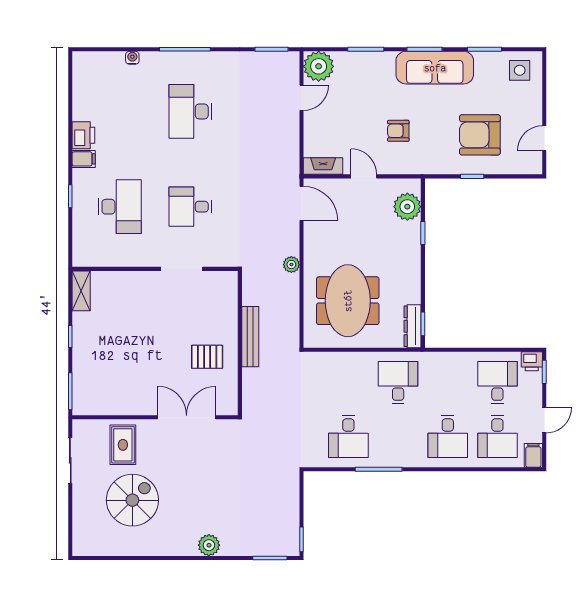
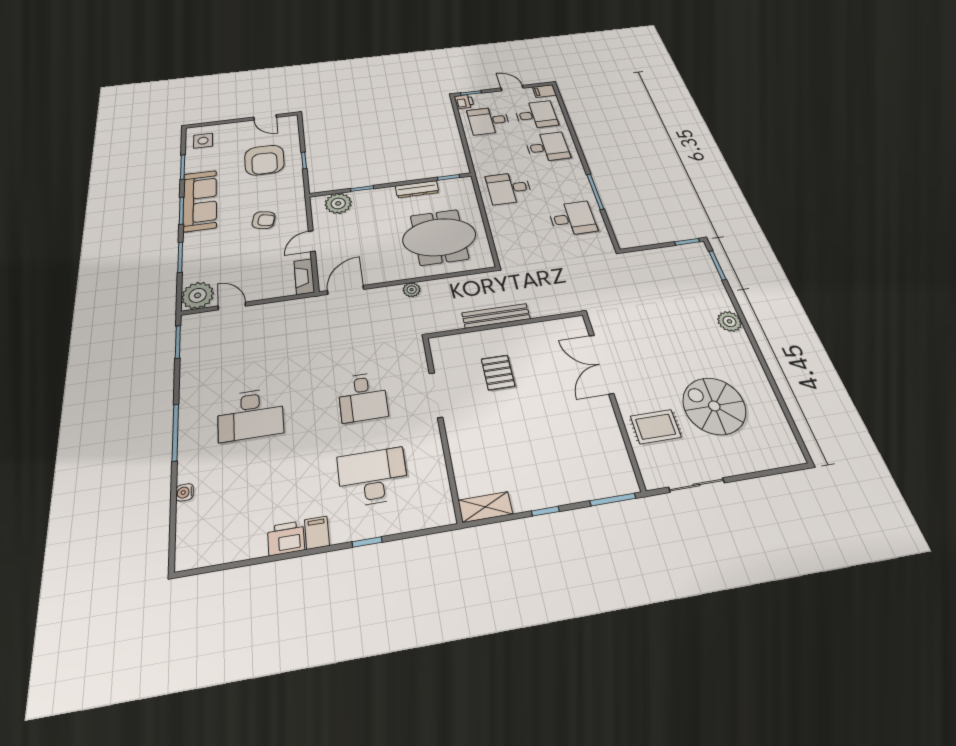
armchair: (398, 131) -> (264, 220), turned -77
dresser: (413, 326) -> (417, 189), moved
pallet: (207, 357) -> (498, 373), moved

